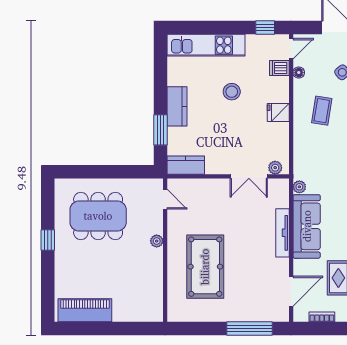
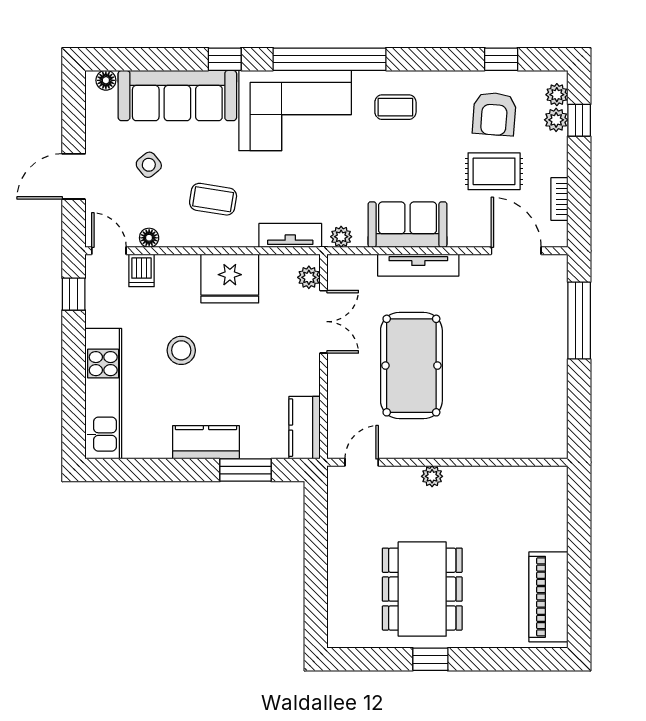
fridge: (278, 112) -> (230, 279), width x1.88, depth x1.34
tv unit: (300, 157) -> (290, 235), added
dining table: (98, 216) -> (422, 589), moved
sofa: (307, 226) -> (408, 225), width x0.73
pool table: (205, 267) -> (411, 366), moved, turned 90

